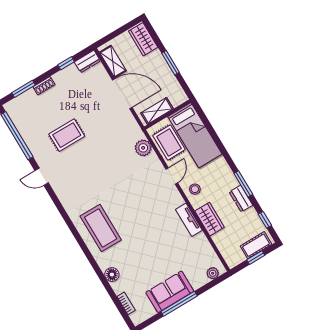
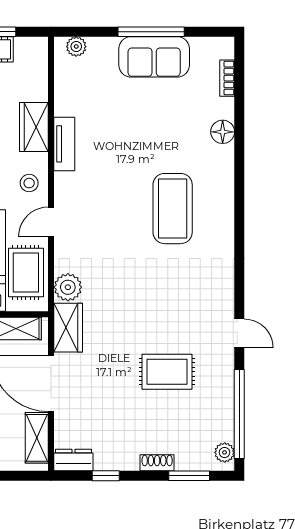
plant: (13, 112) -> (225, 452), added
wardrobe: (131, 127) -> (68, 328), added
coffee table: (101, 228) -> (173, 209), moved

